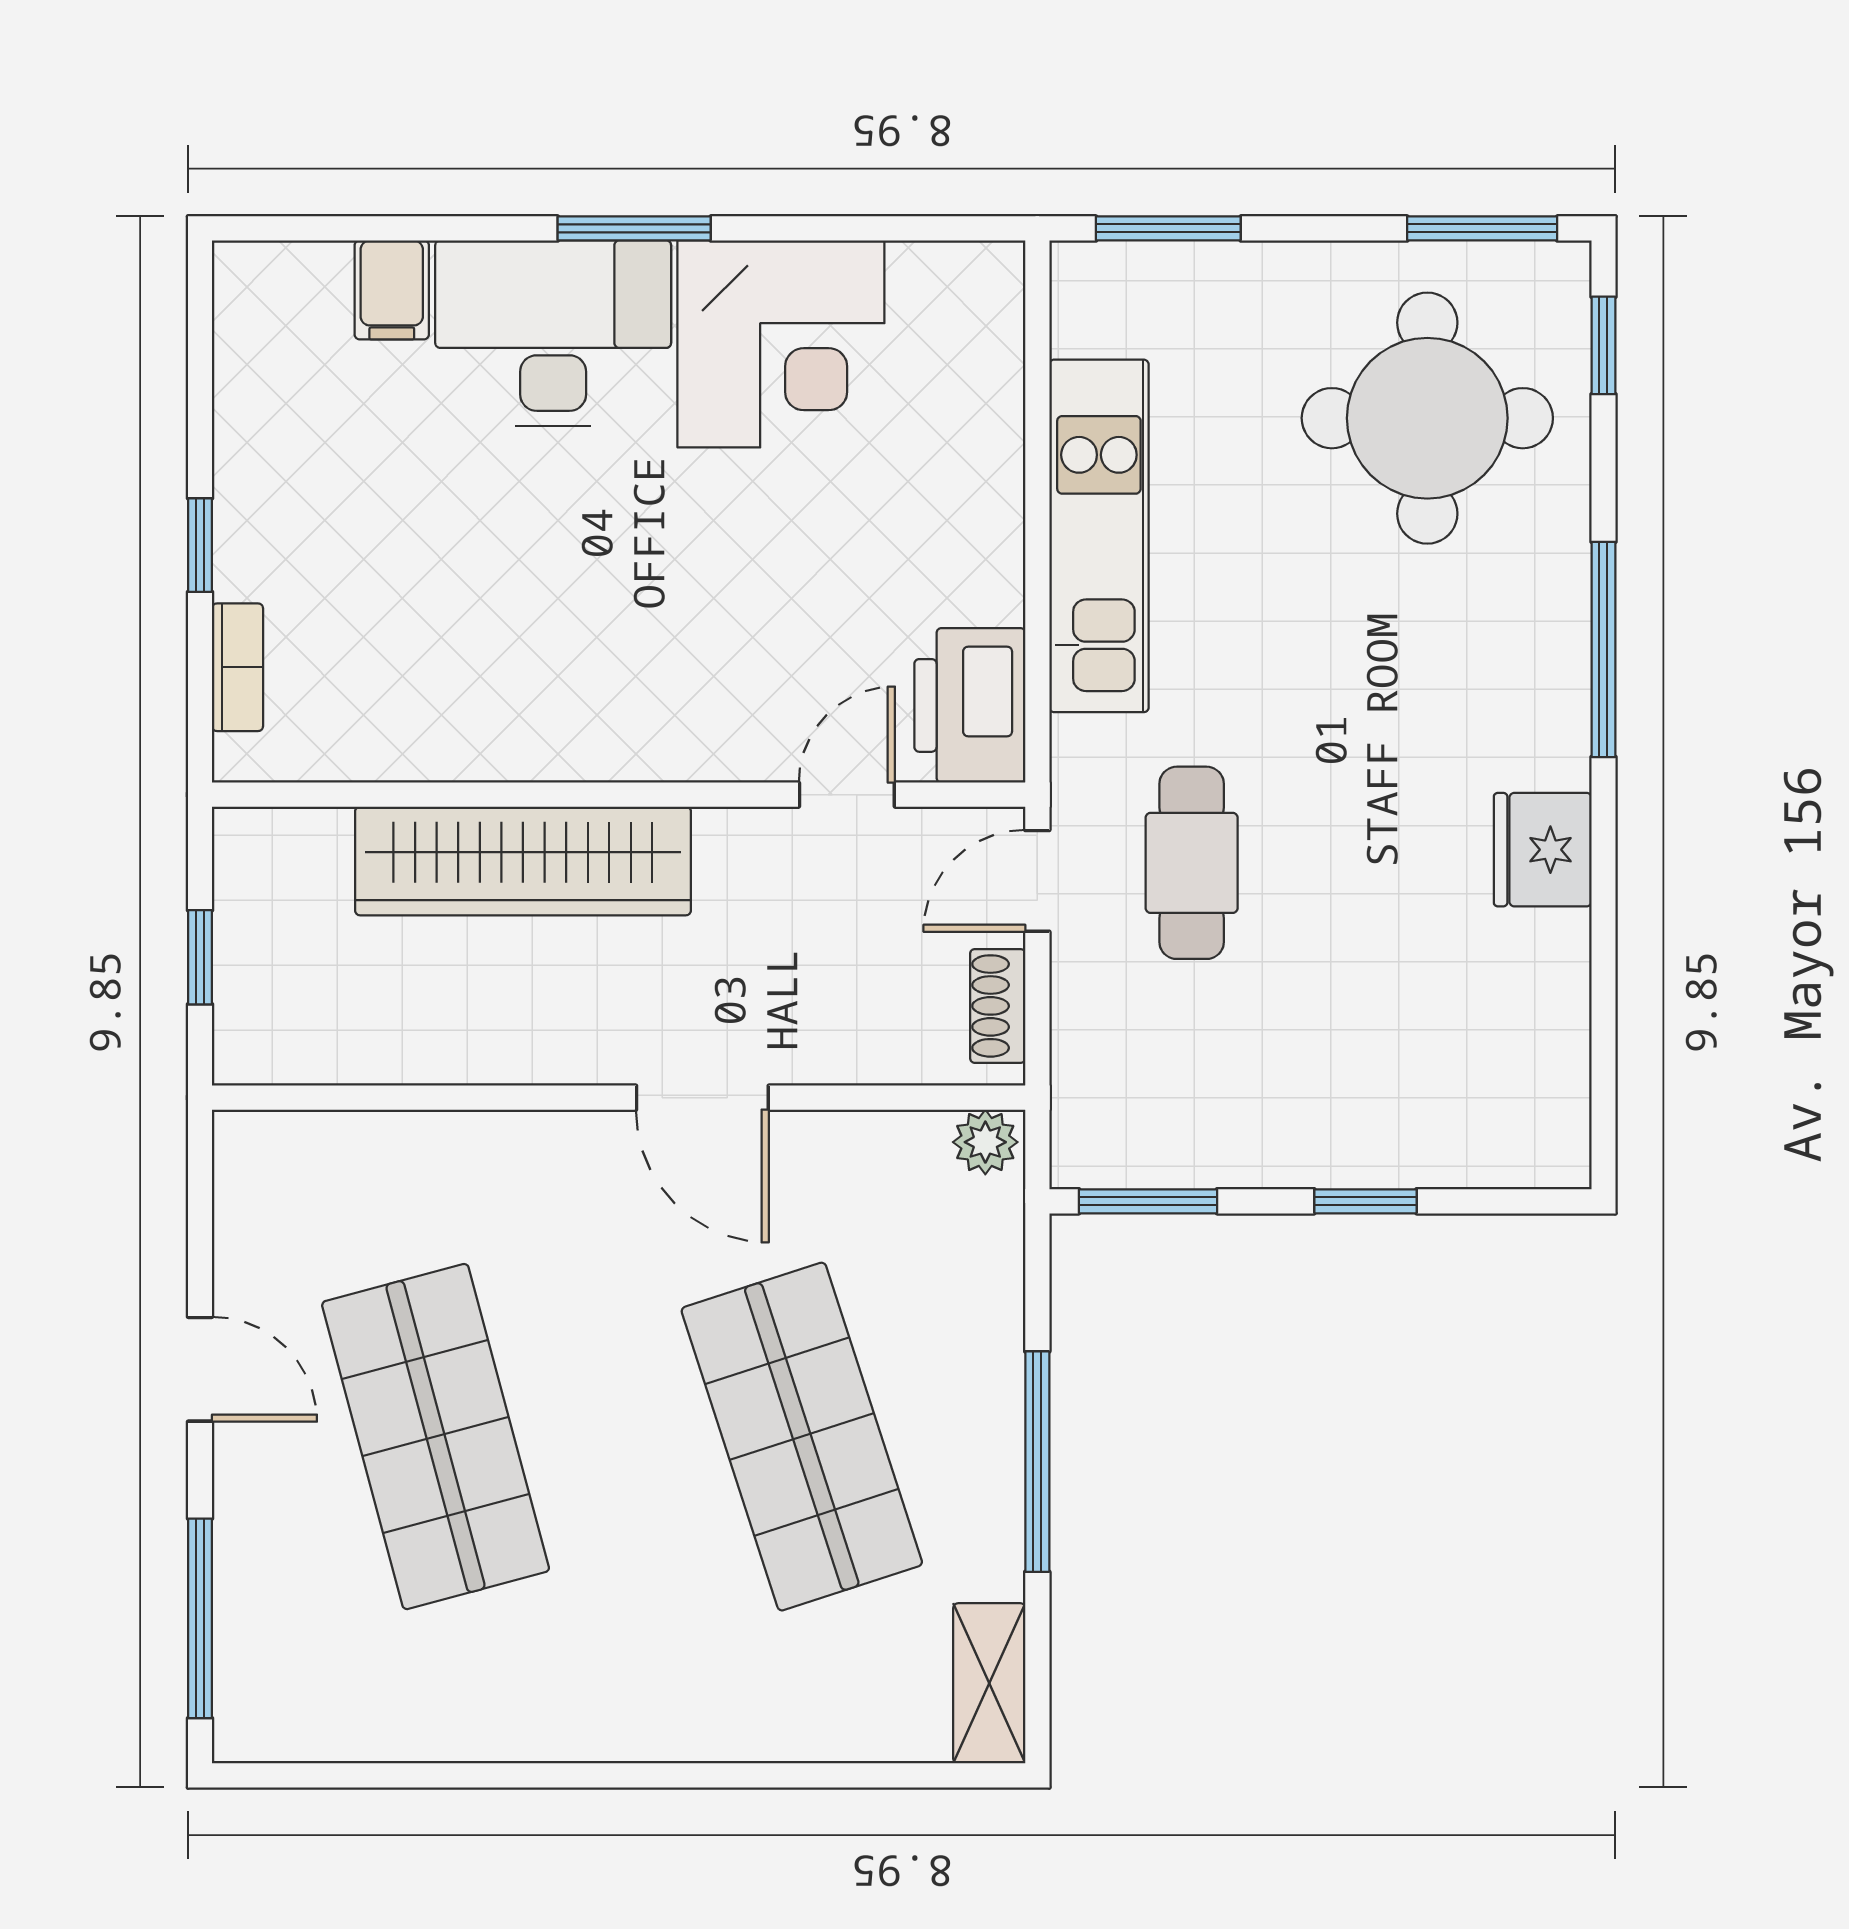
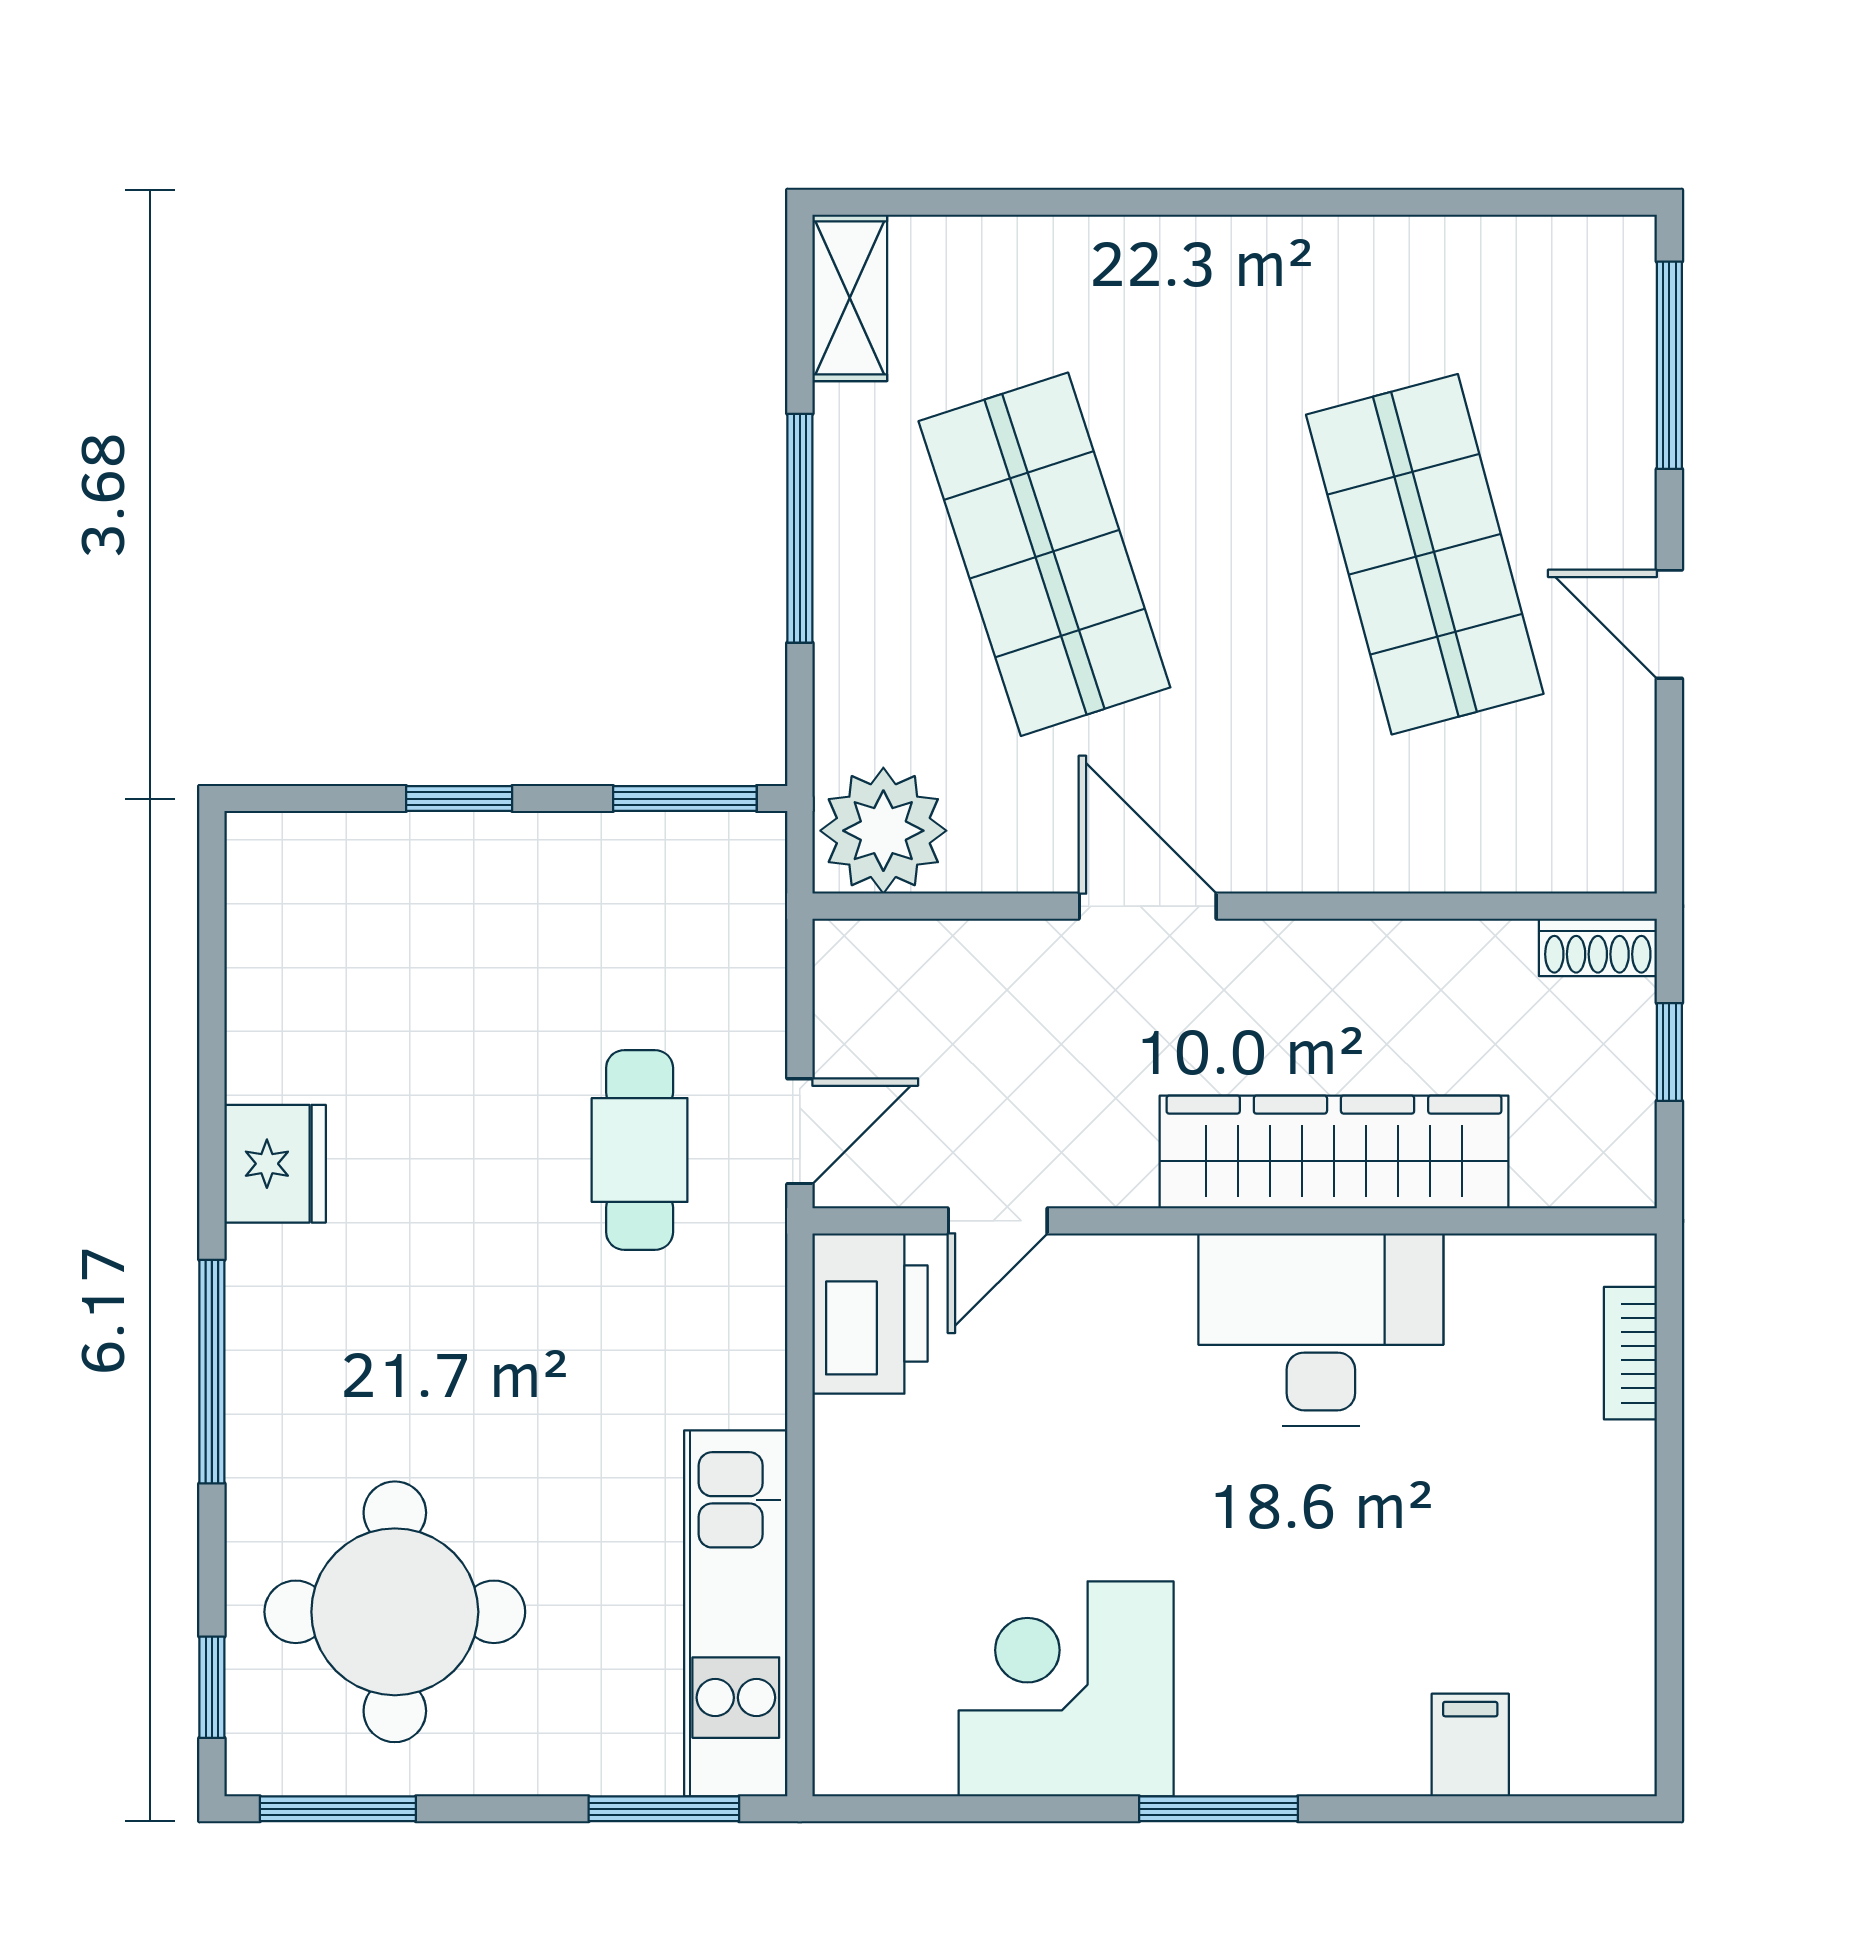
desk: (553, 333) -> (1321, 1329), moved, turned 180
kitchen unit: (1099, 536) -> (736, 1613), moved
window: (200, 545) -> (1669, 1480), removed
shoe rack: (998, 1006) -> (1598, 947), moved, turned 90
plant: (985, 1142) -> (883, 831), width x1.87, depth x1.87

